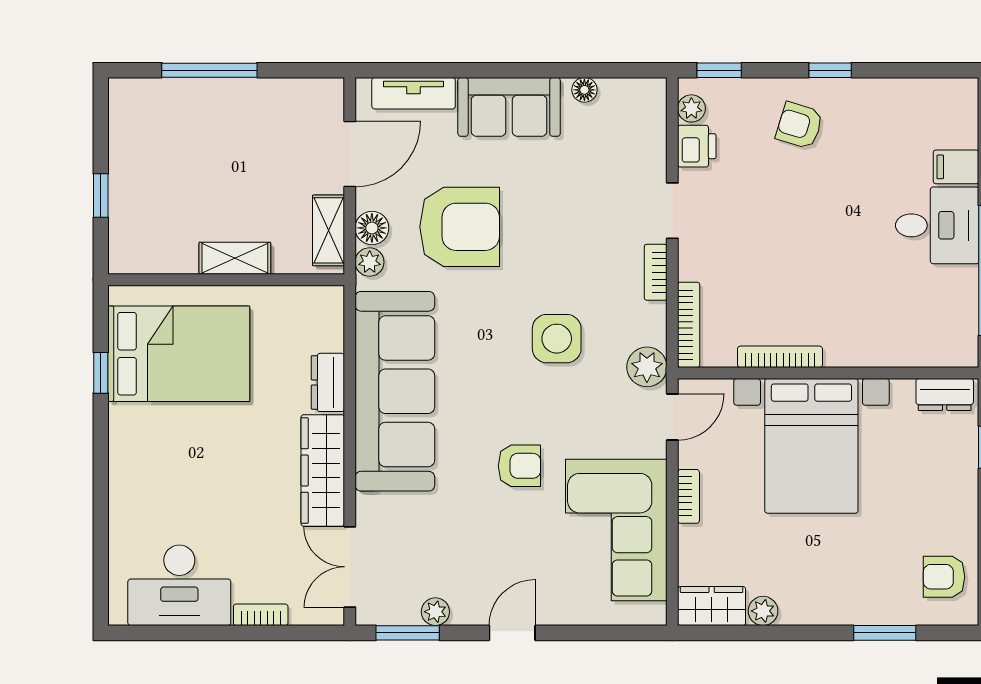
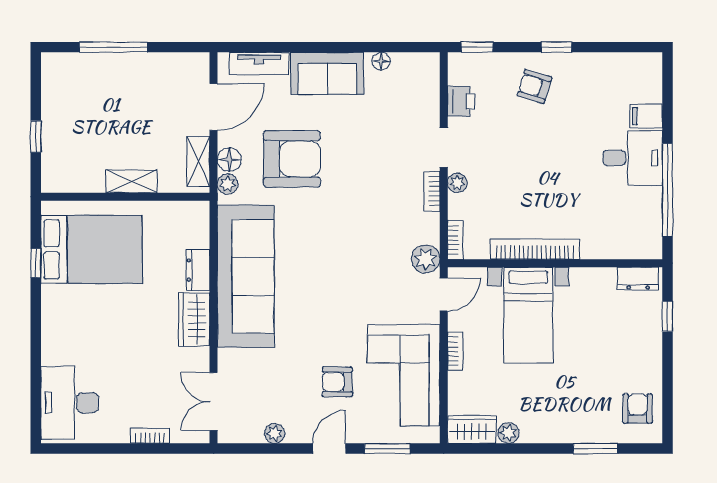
plant: (691, 108) -> (457, 183), moved
bookcase: (689, 325) -> (455, 240), width x0.64
side table: (557, 339) -> (361, 239), removed
bookcase: (780, 357) -> (535, 249), width x1.48, depth x1.31
bed with nightstands: (811, 446) -> (528, 315), width x0.73
armchair: (519, 466) -> (337, 382), moved, turned 180
wardrobe: (323, 470) -> (194, 319), width x0.67
armchair: (944, 577) -> (638, 409), turned 90
desk: (179, 585) -> (70, 403), moved, turned 90
window: (408, 633) -> (387, 449), moved

